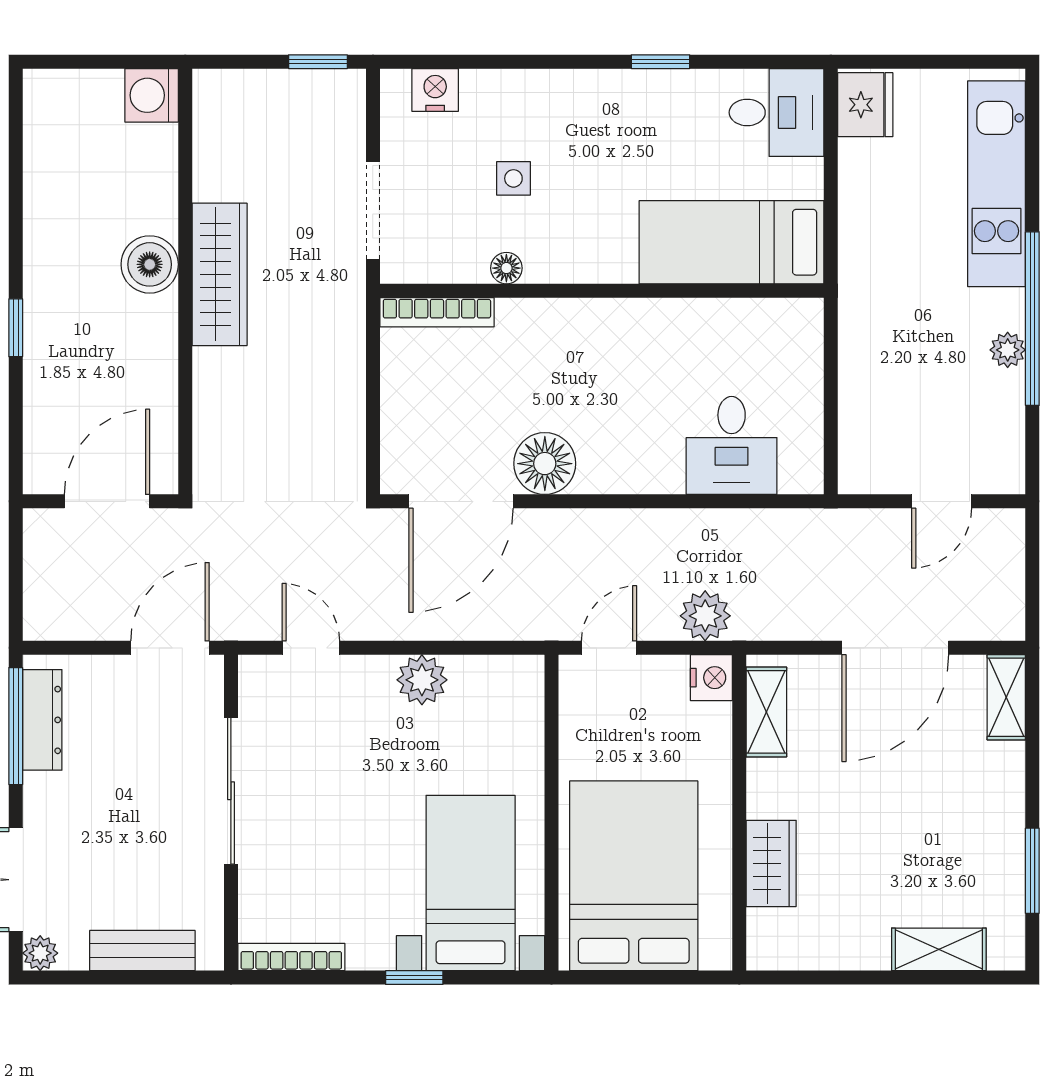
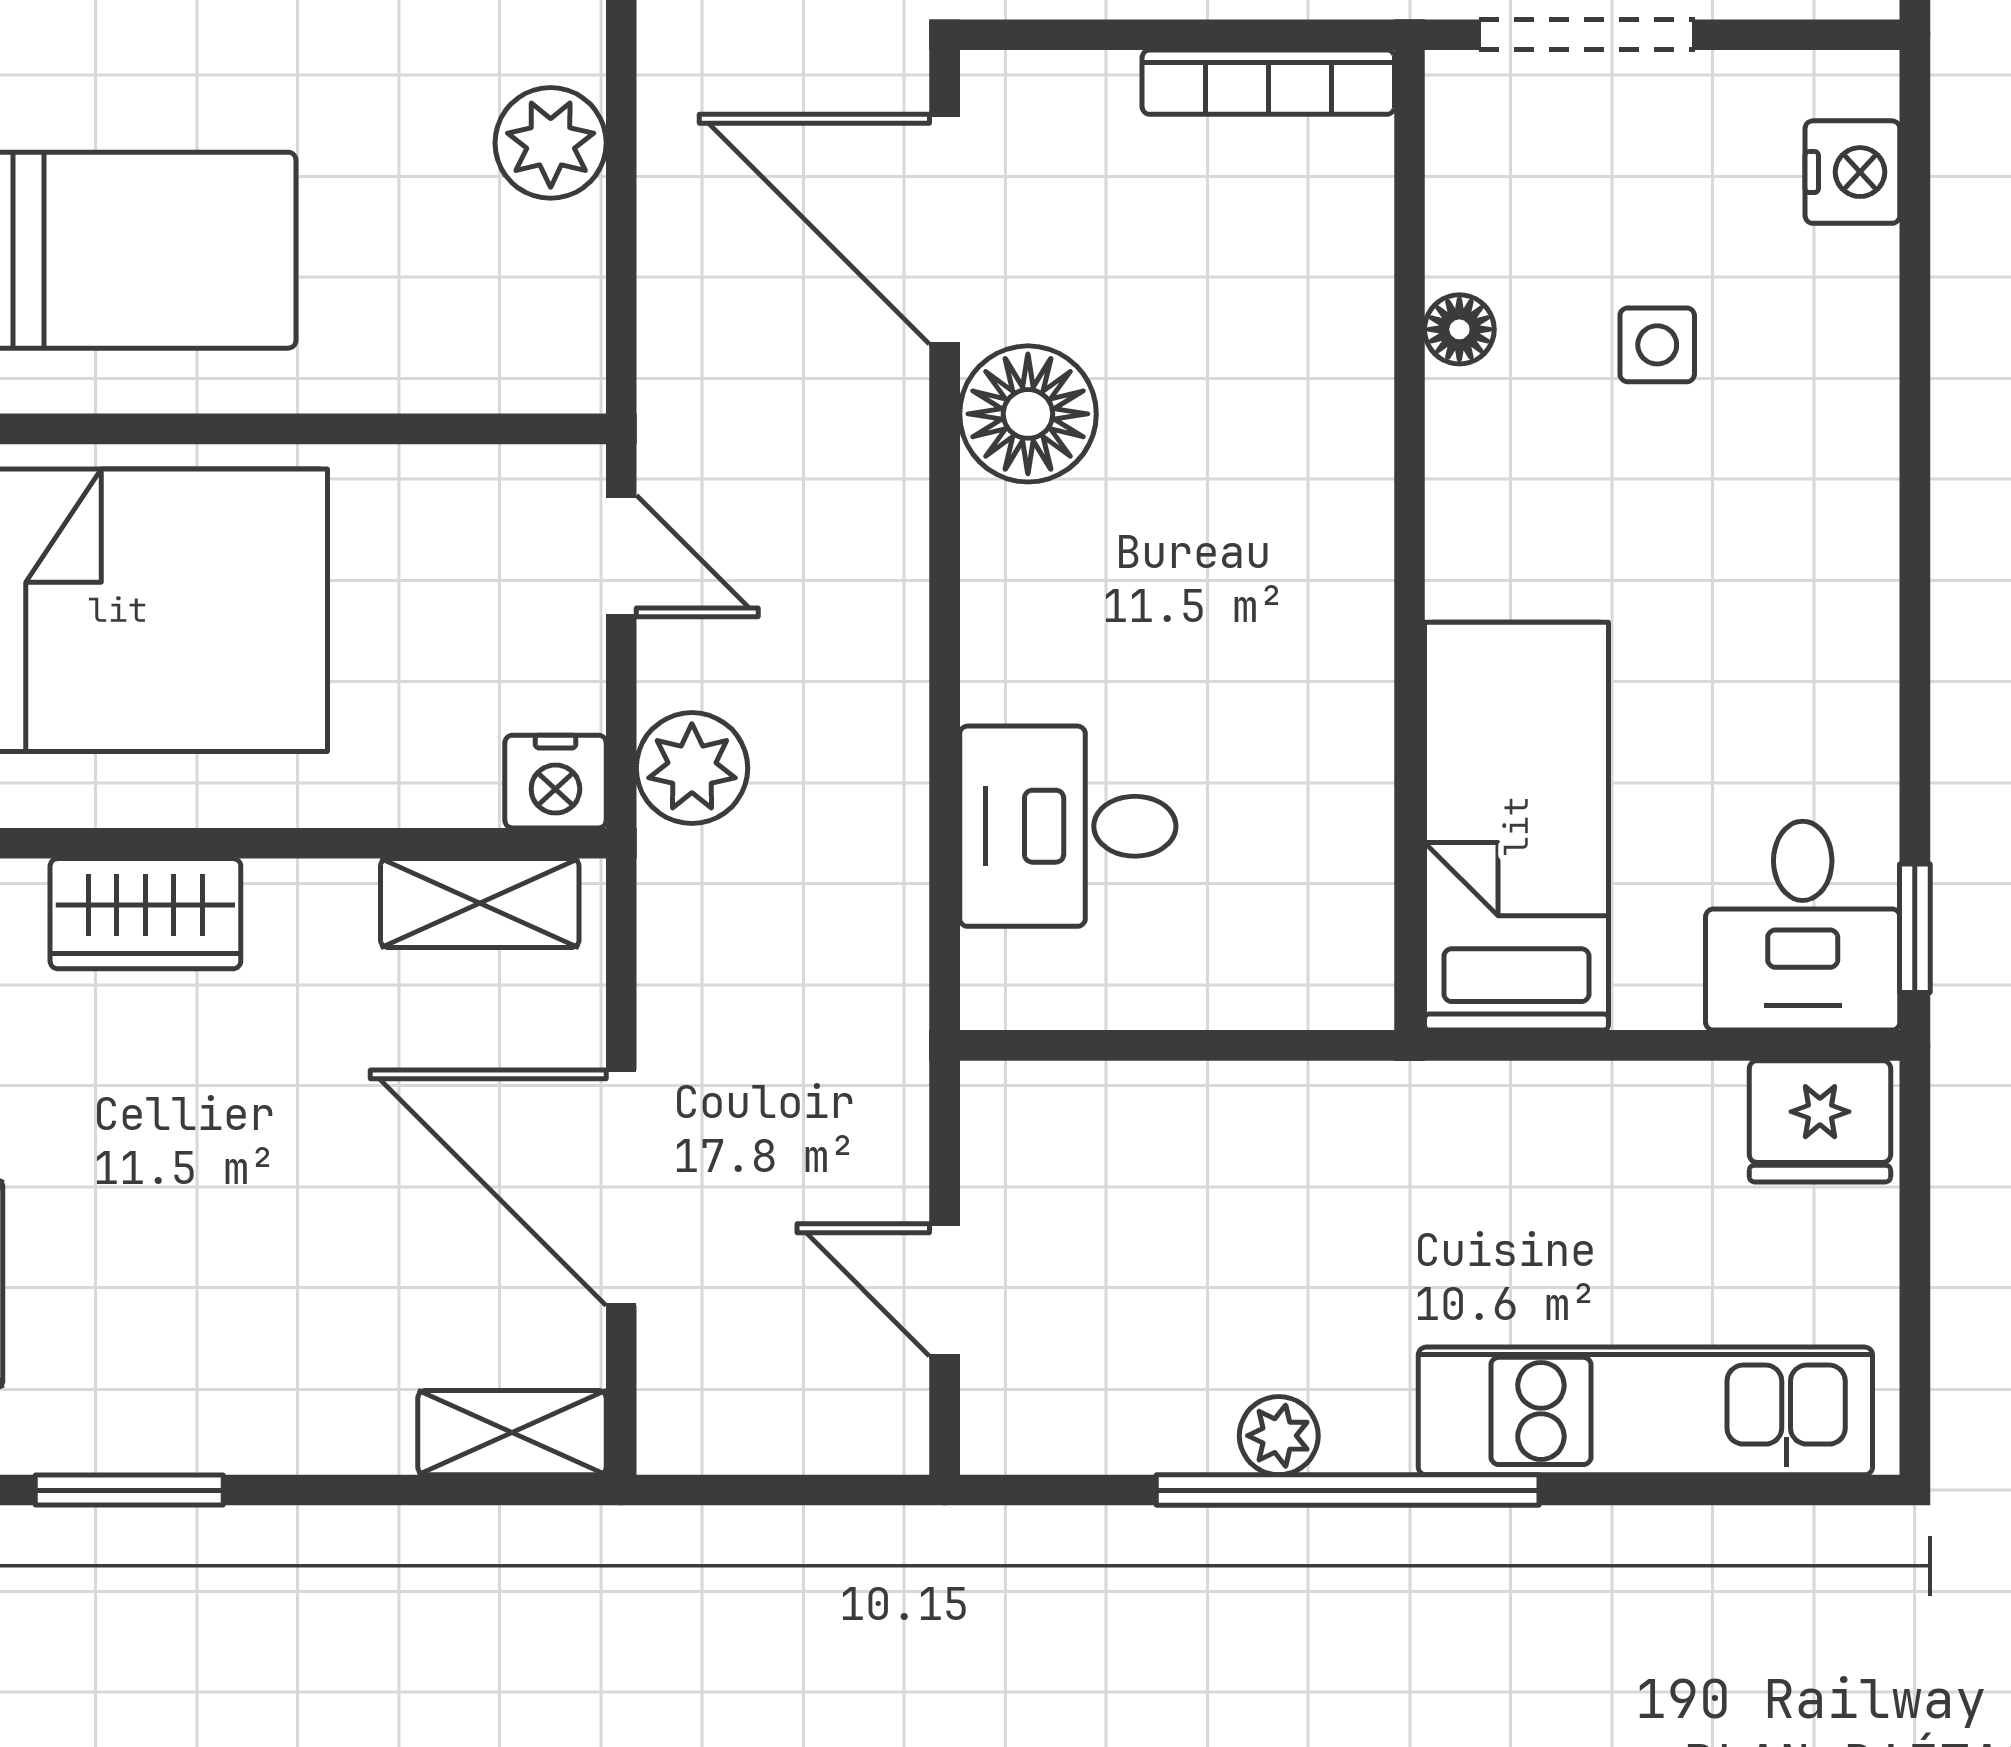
window: (660, 62) -> (1915, 928), moved
bookcase: (437, 312) -> (1268, 82), moved, turned -90

